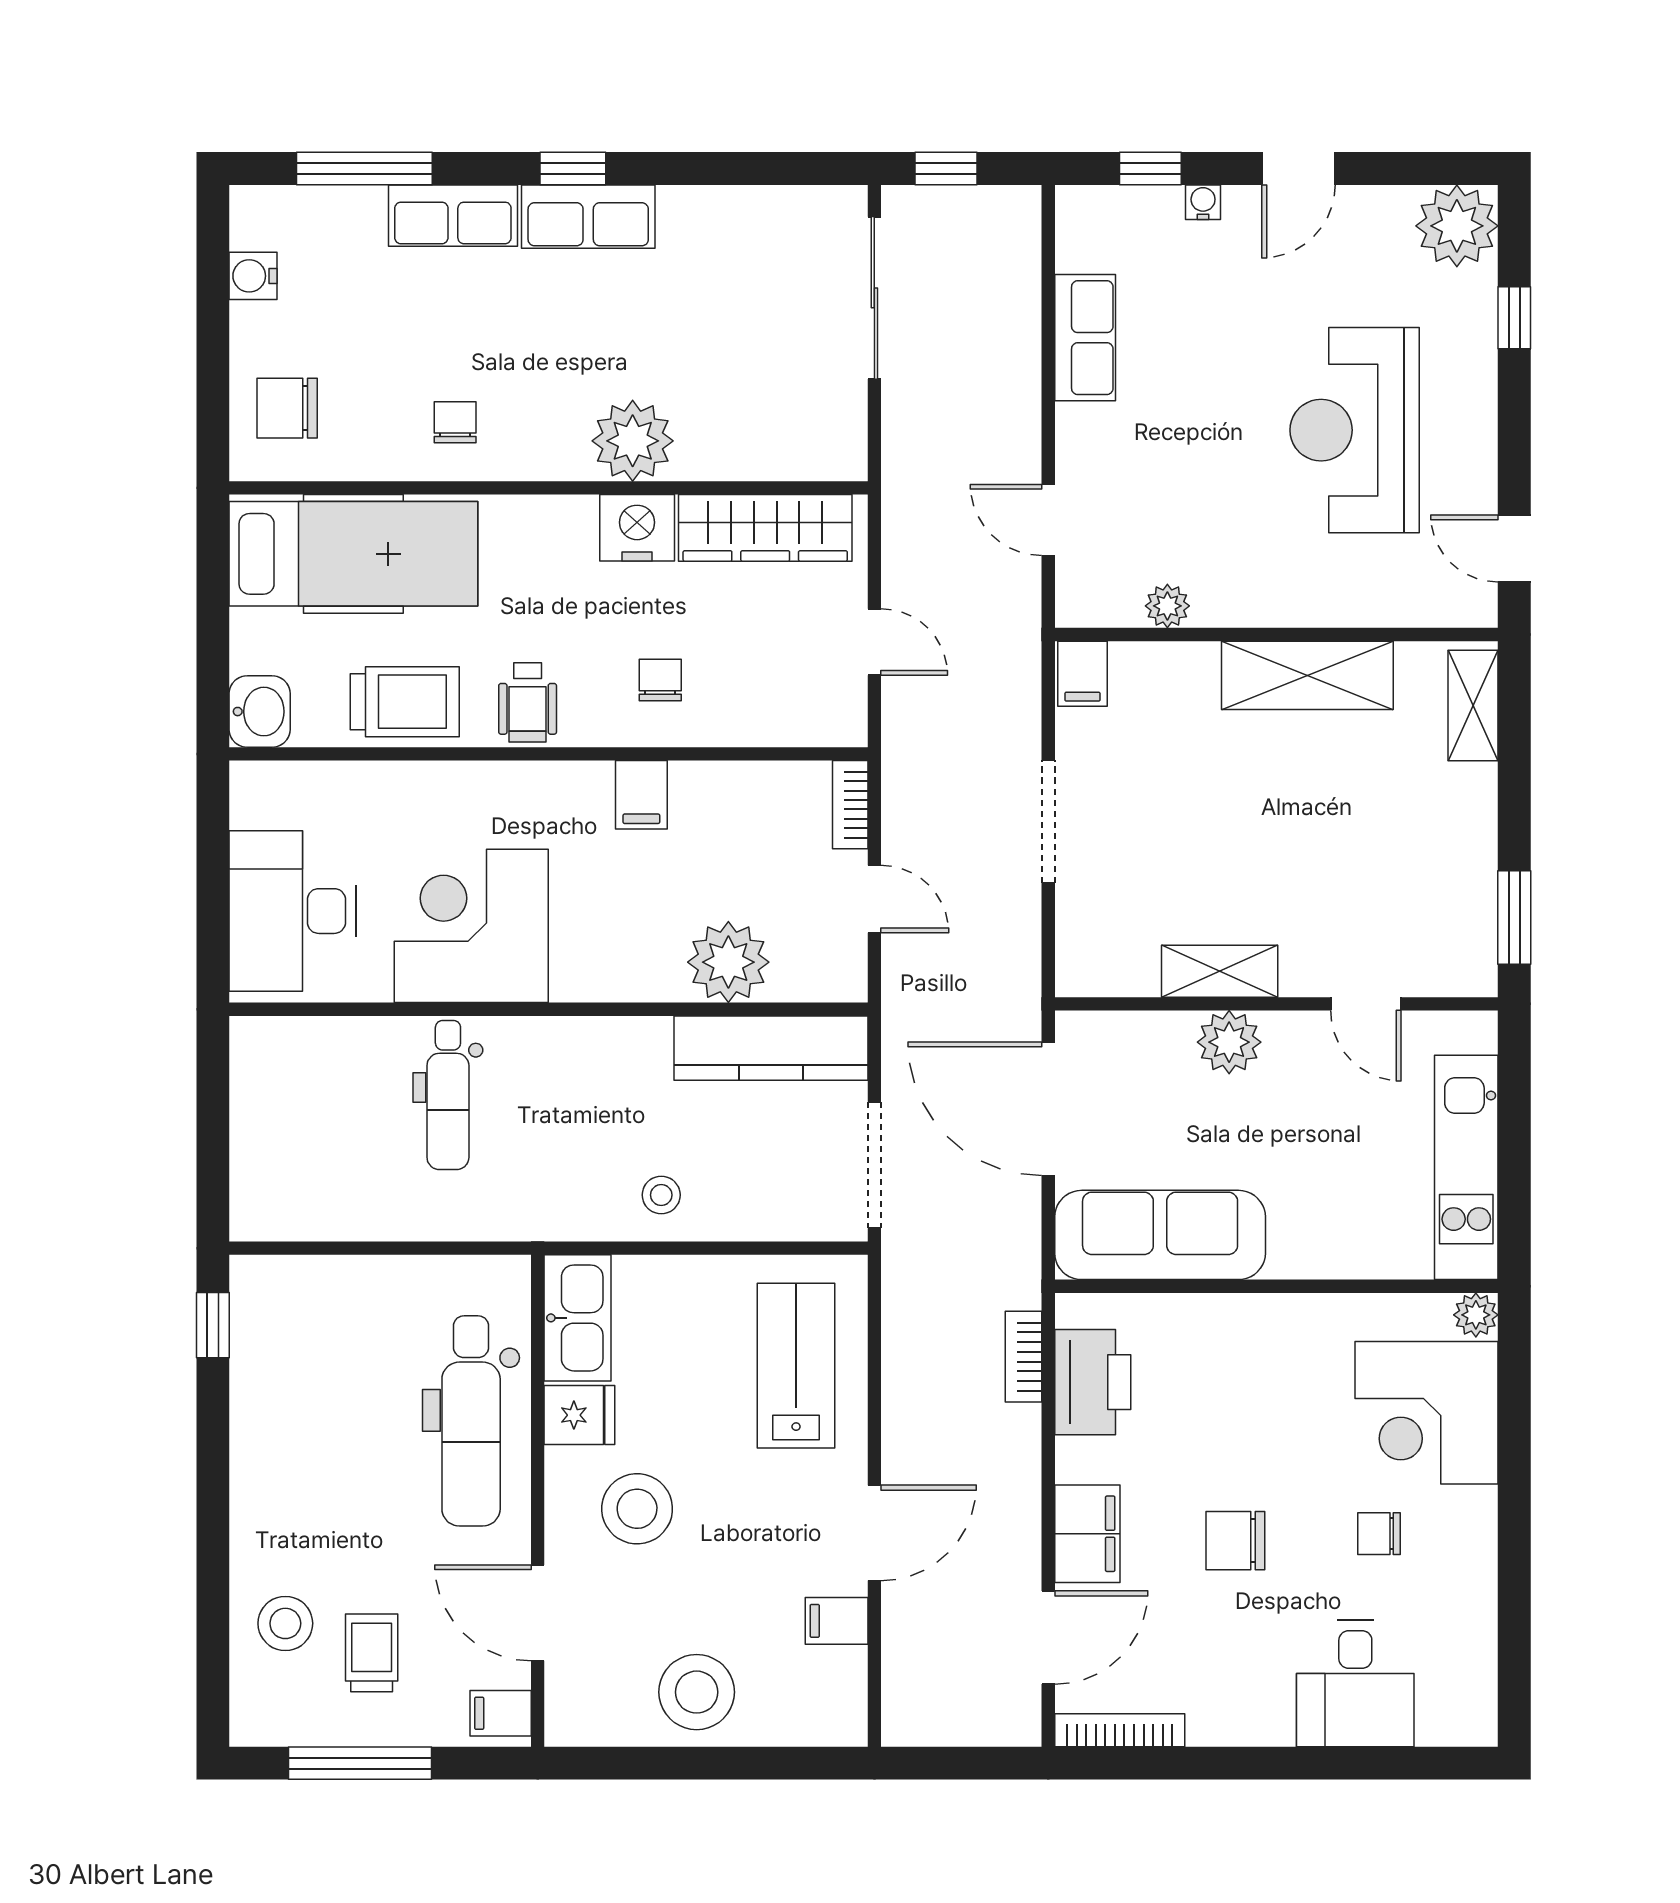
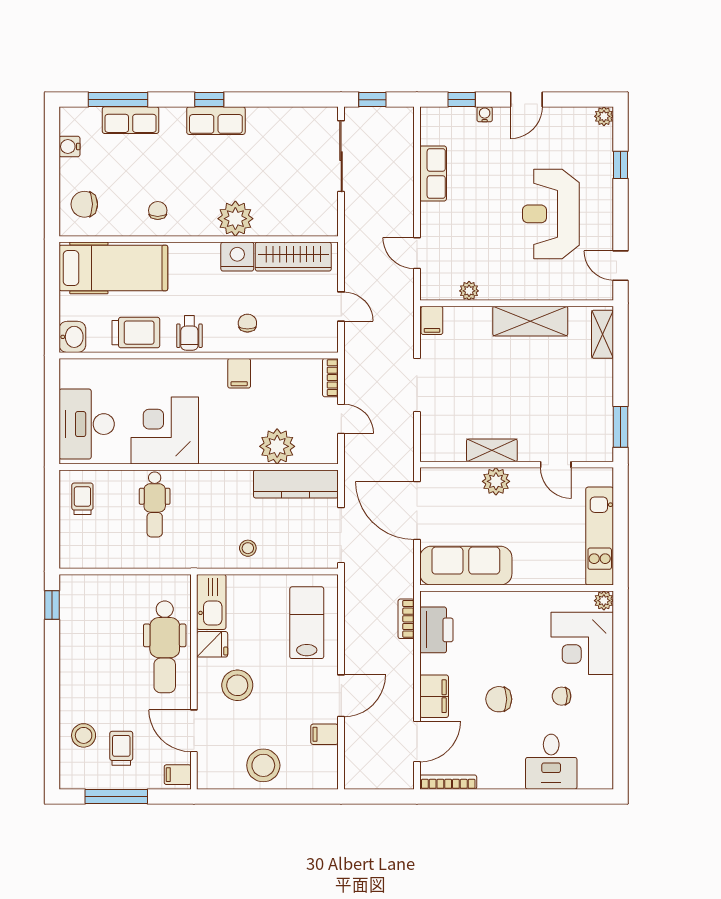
row of seats: (453, 216) -> (131, 120), moved
plant: (1457, 226) -> (604, 116), width x0.53, depth x0.53
trolley: (283, 1082) -> (82, 499), added

